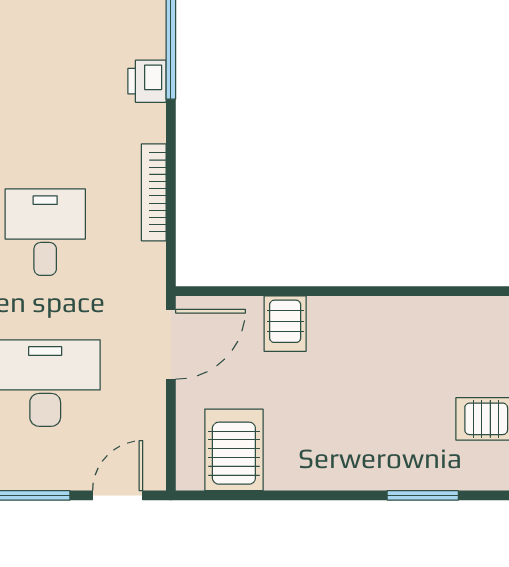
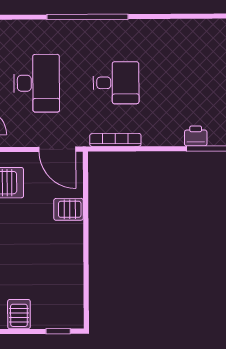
bookcase: (154, 192) -> (115, 140), moved

